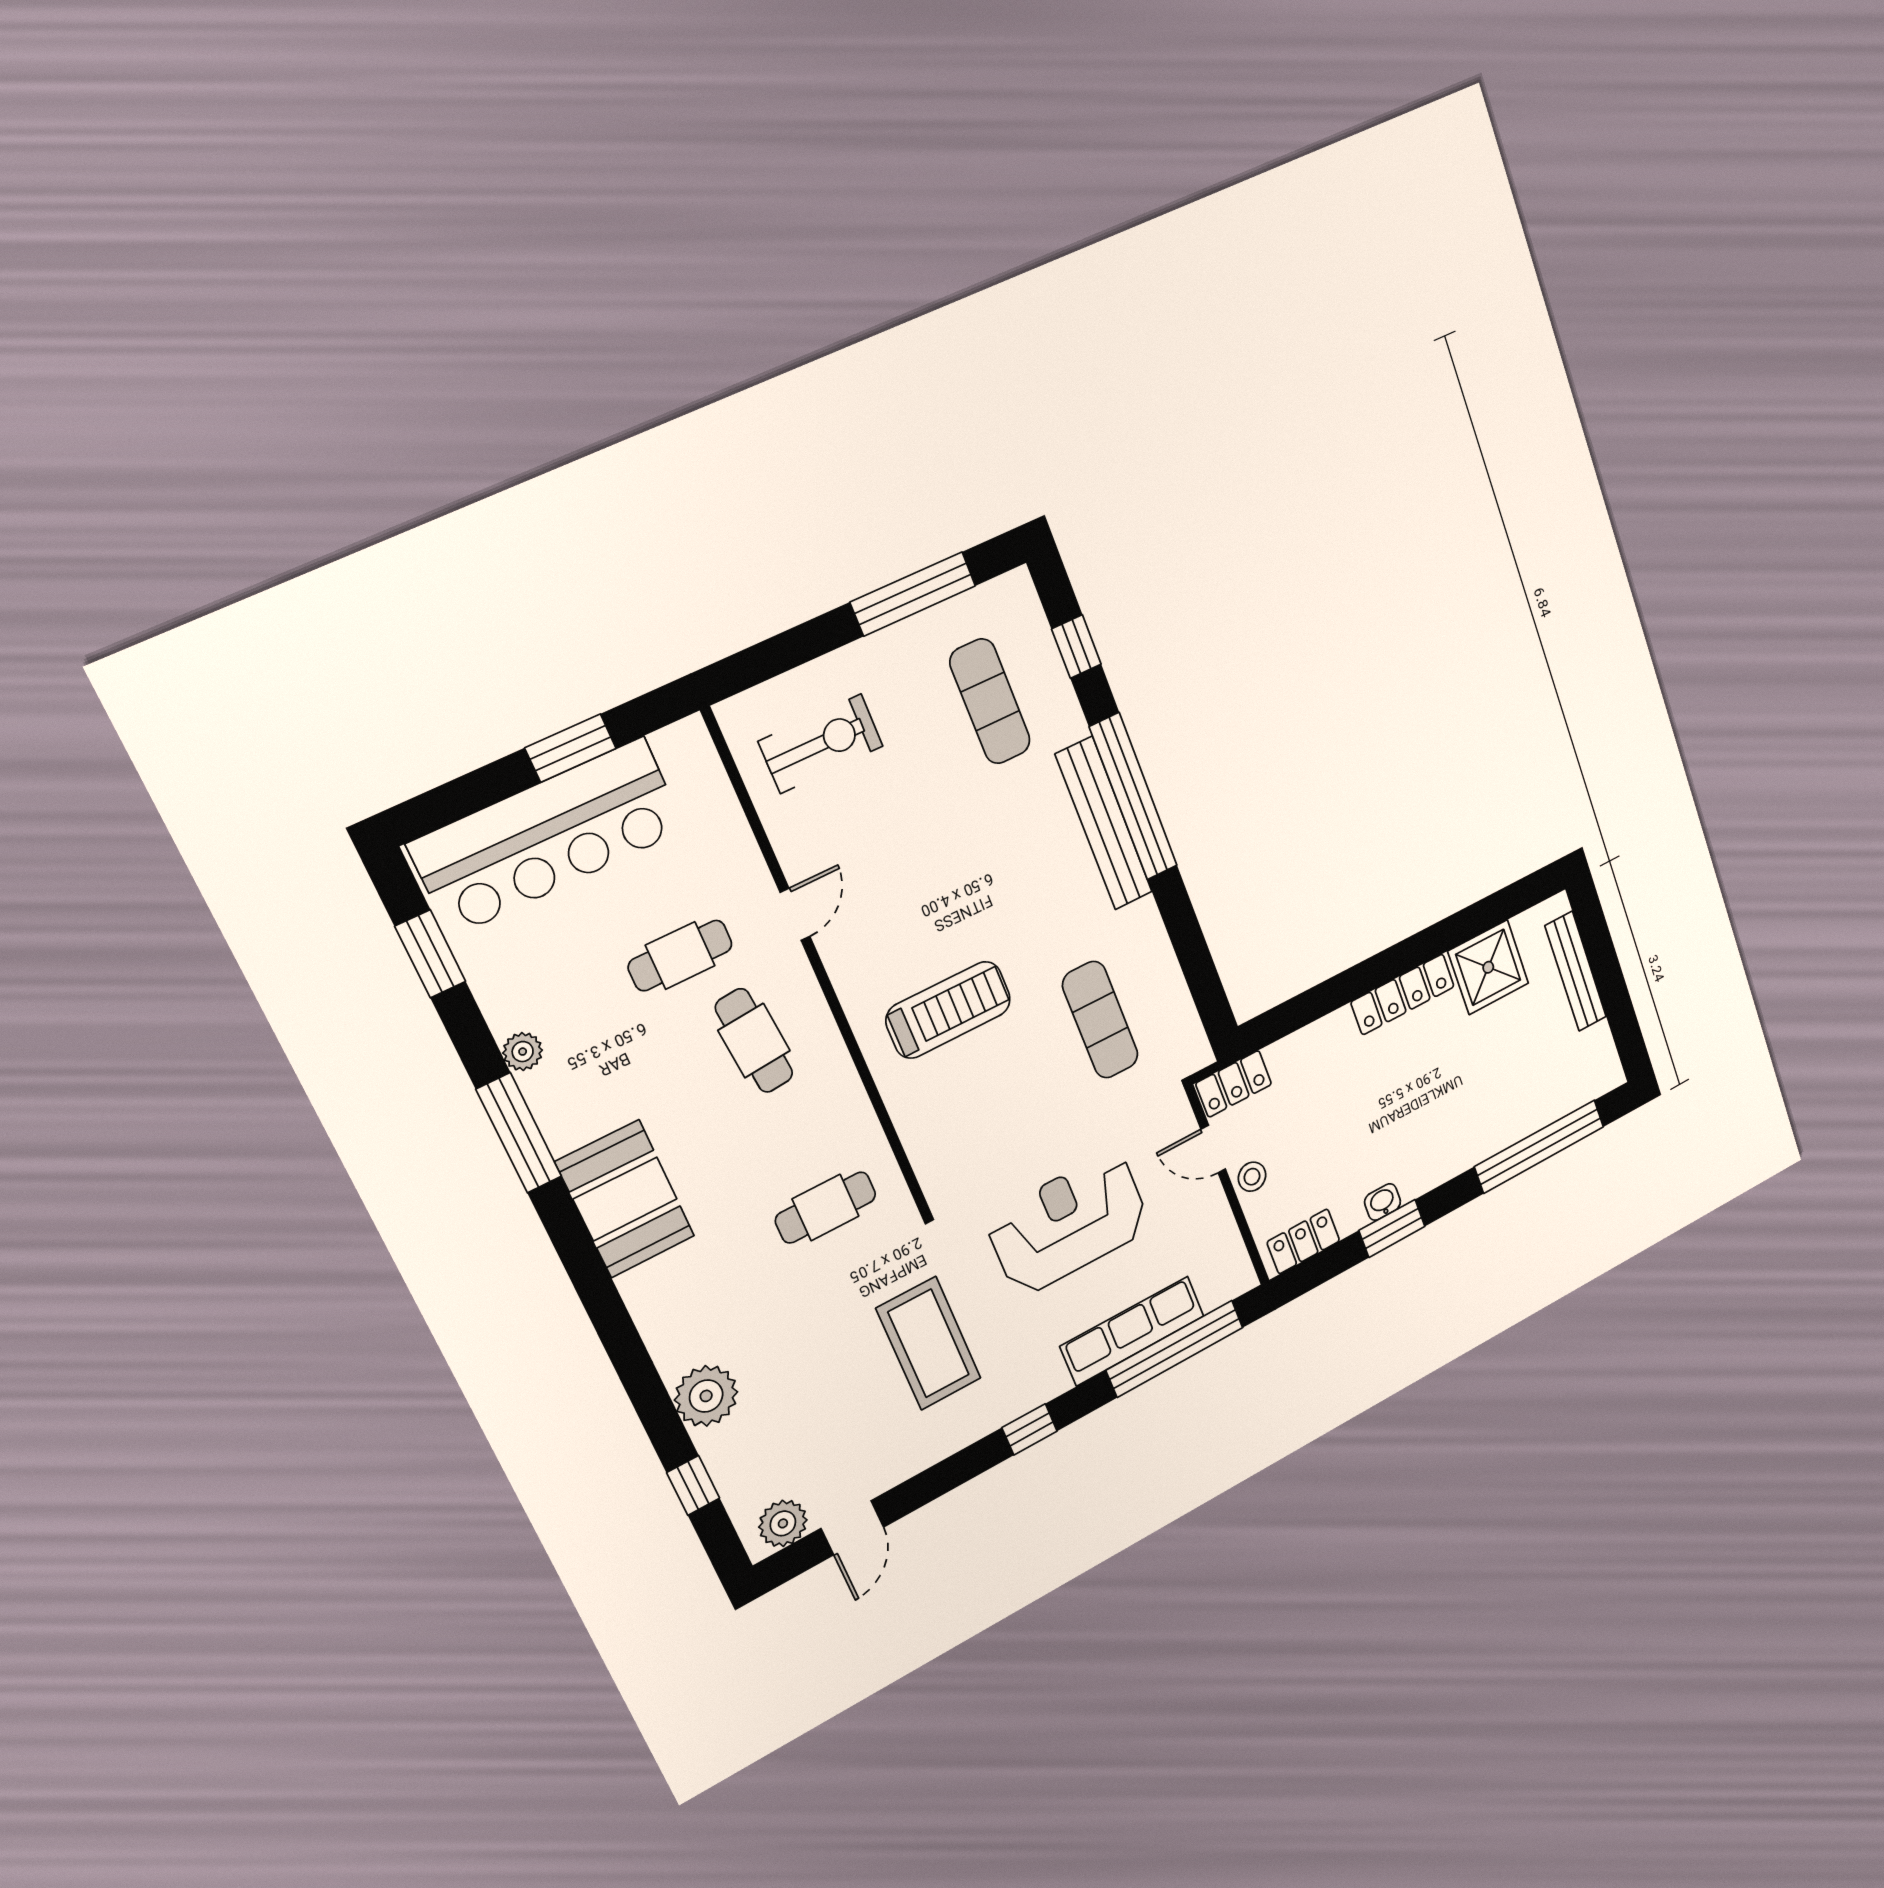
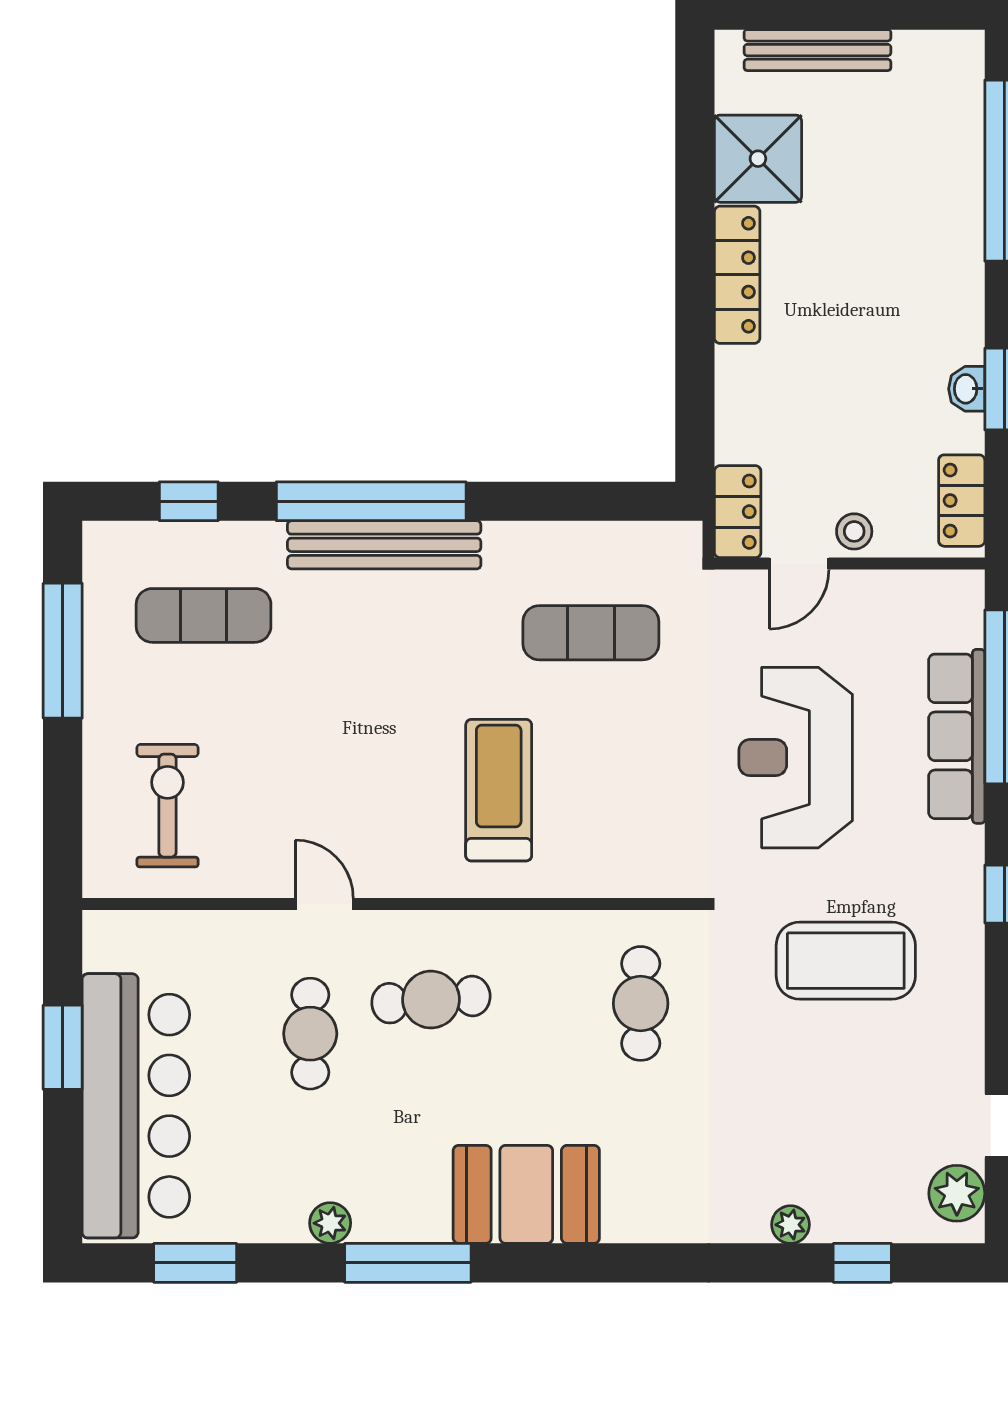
plant: (706, 1396) -> (790, 1225), width x0.53, depth x0.53

